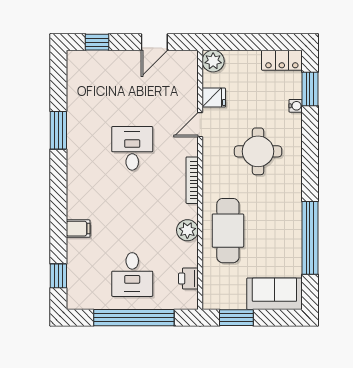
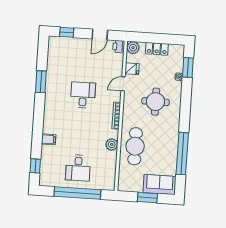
locker: (282, 60) -> (157, 49), moved
printer: (188, 279) -> (119, 47), moved
window: (236, 318) -> (147, 198), moved

